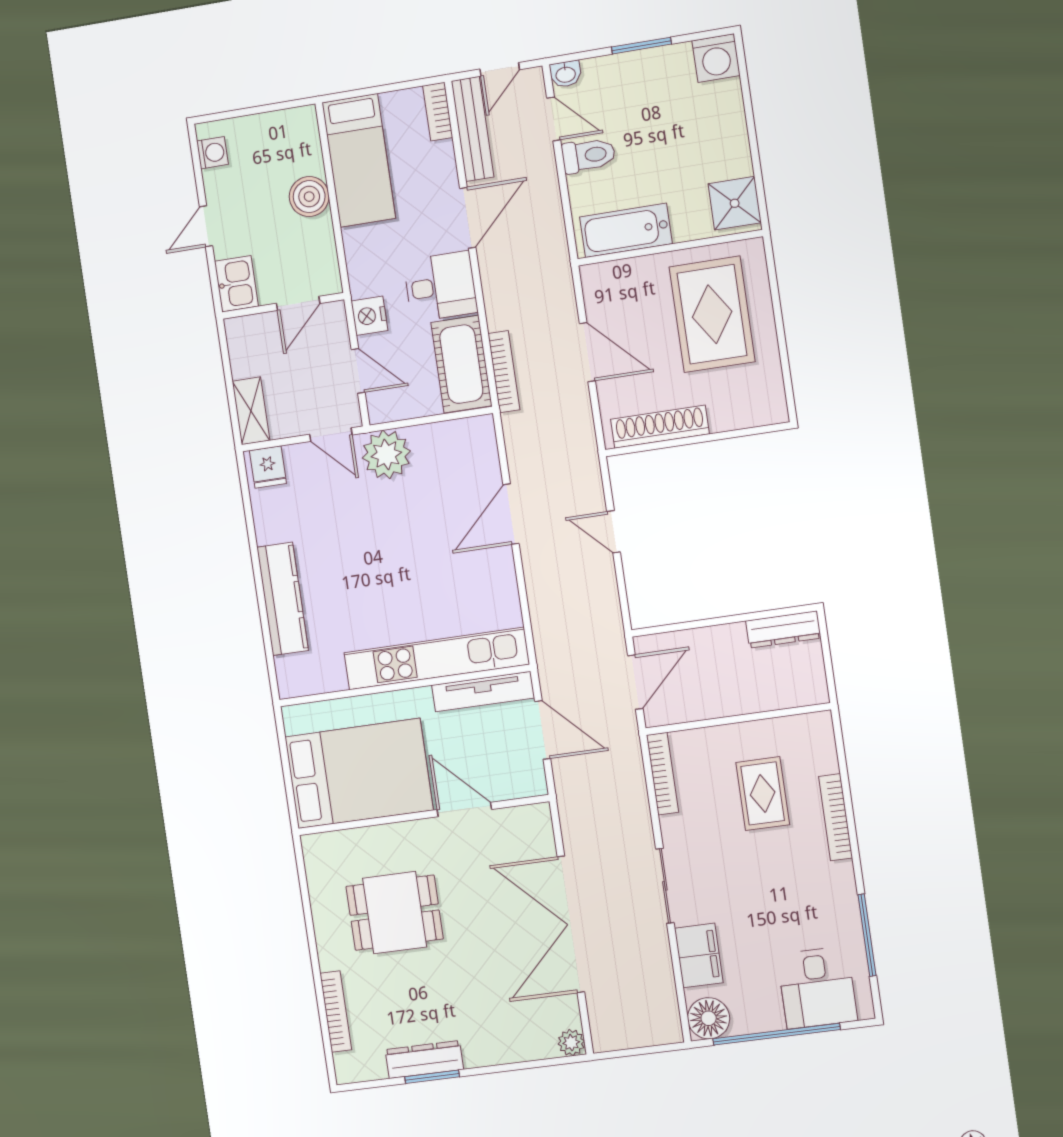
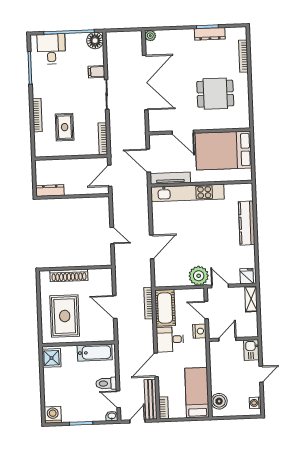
boiler: (309, 197) -> (219, 401), moved
shoe rack: (660, 427) -> (69, 275), moved
filing cabinet: (699, 955) -> (96, 72), width x0.50

